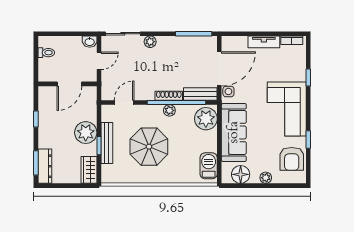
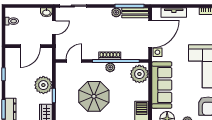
plant: (150, 42) -> (116, 12), moved
tv unit: (264, 42) -> (174, 13), moved
bench: (200, 94) -> (135, 13), moved
bench: (107, 143) -> (60, 93), removed

